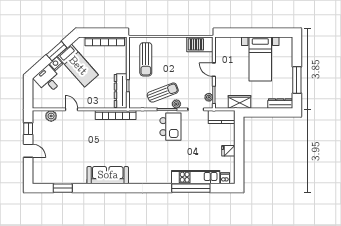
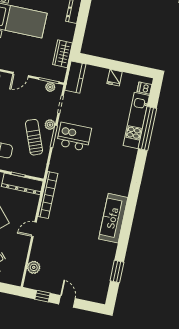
door: (71, 109) -> (34, 229), moved
door: (28, 151) -> (67, 301), hinge flipped

